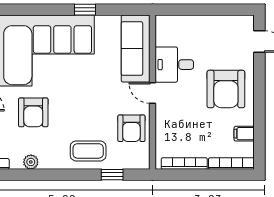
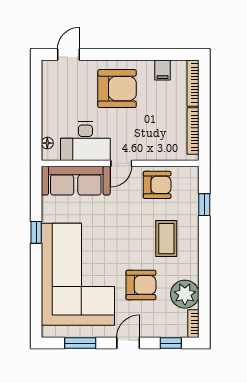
floor lamp: (173, 21) -> (47, 143), added
desk: (174, 65) -> (85, 141), width x1.37
coffee table: (88, 151) -> (166, 239), moved
plant: (31, 162) -> (185, 294), width x1.87, depth x1.87

